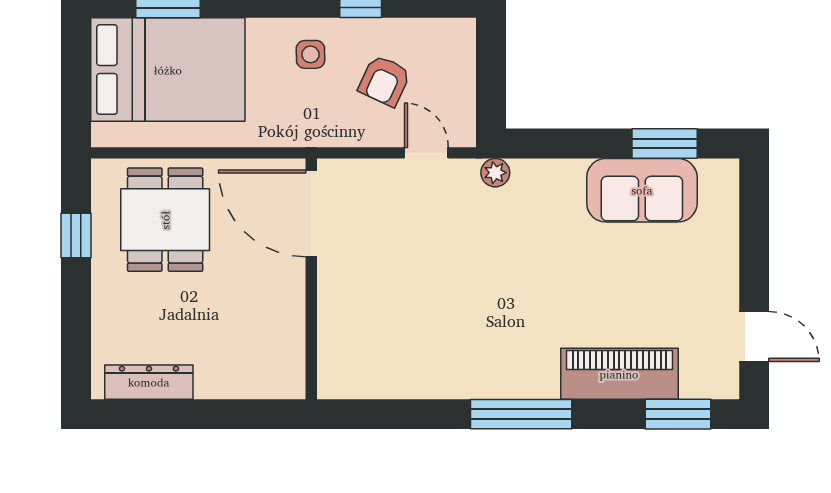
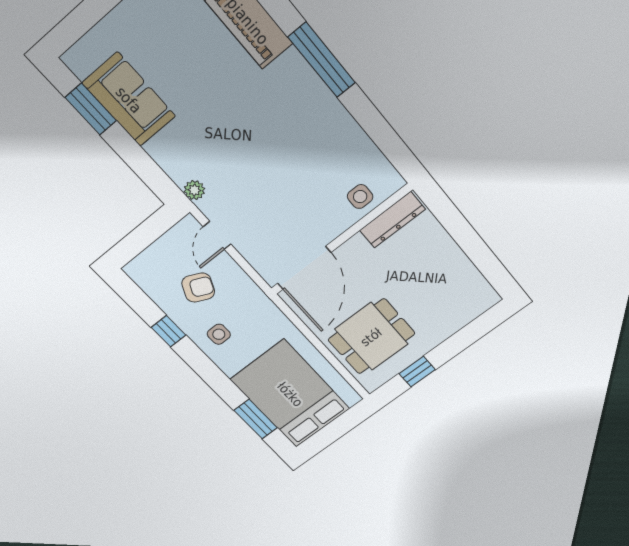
side table: (344, 338) -> (360, 197), added
dresser: (149, 382) -> (392, 220), moved, turned -90

